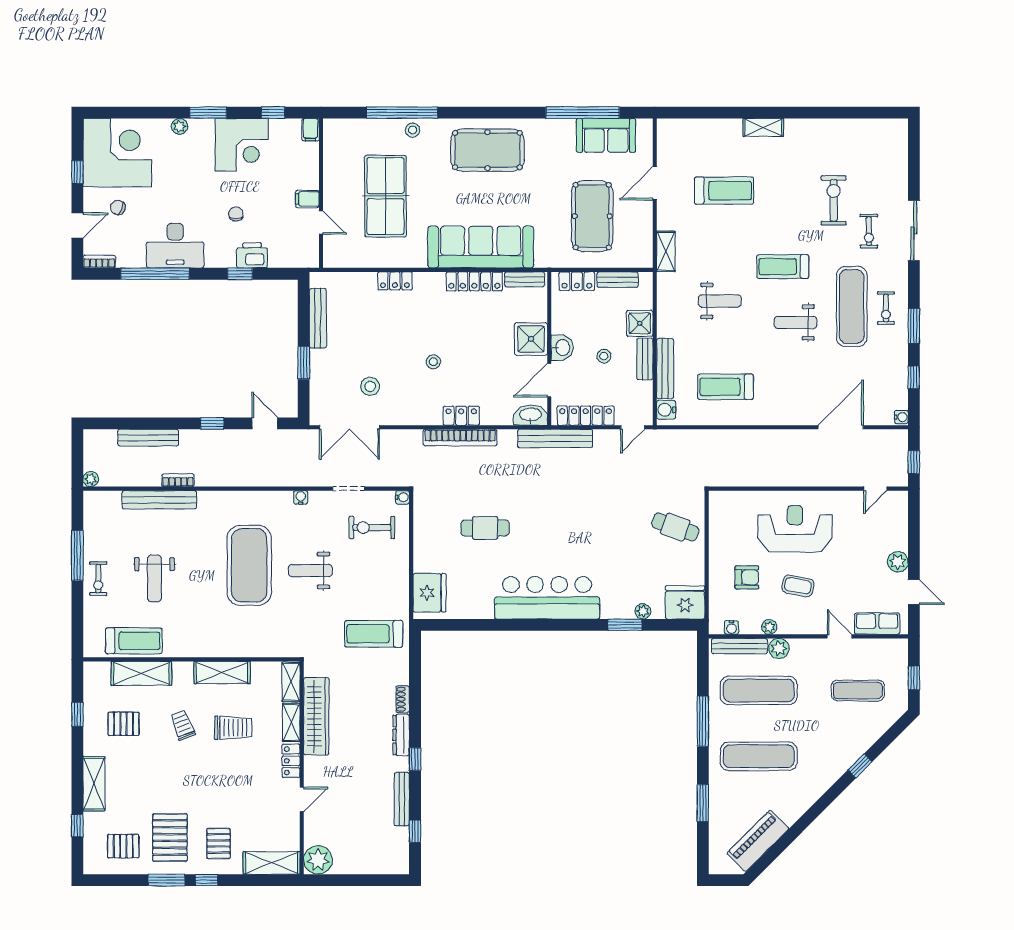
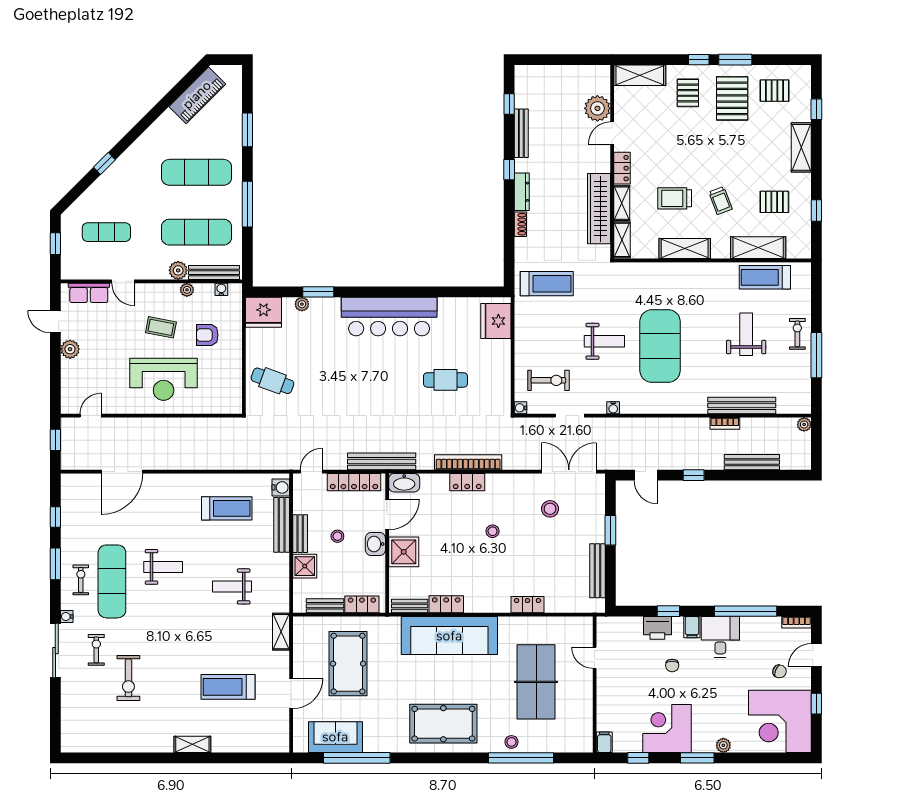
filing cabinet: (307, 199) -> (692, 627), moved, turned 90
desk: (175, 246) -> (720, 637), width x0.73
treadmill: (783, 267) -> (175, 618), removed
locker: (474, 281) -> (446, 604), width x0.66
water cooler: (901, 417) -> (67, 616), moved
plant: (318, 860) -> (597, 108), moved

